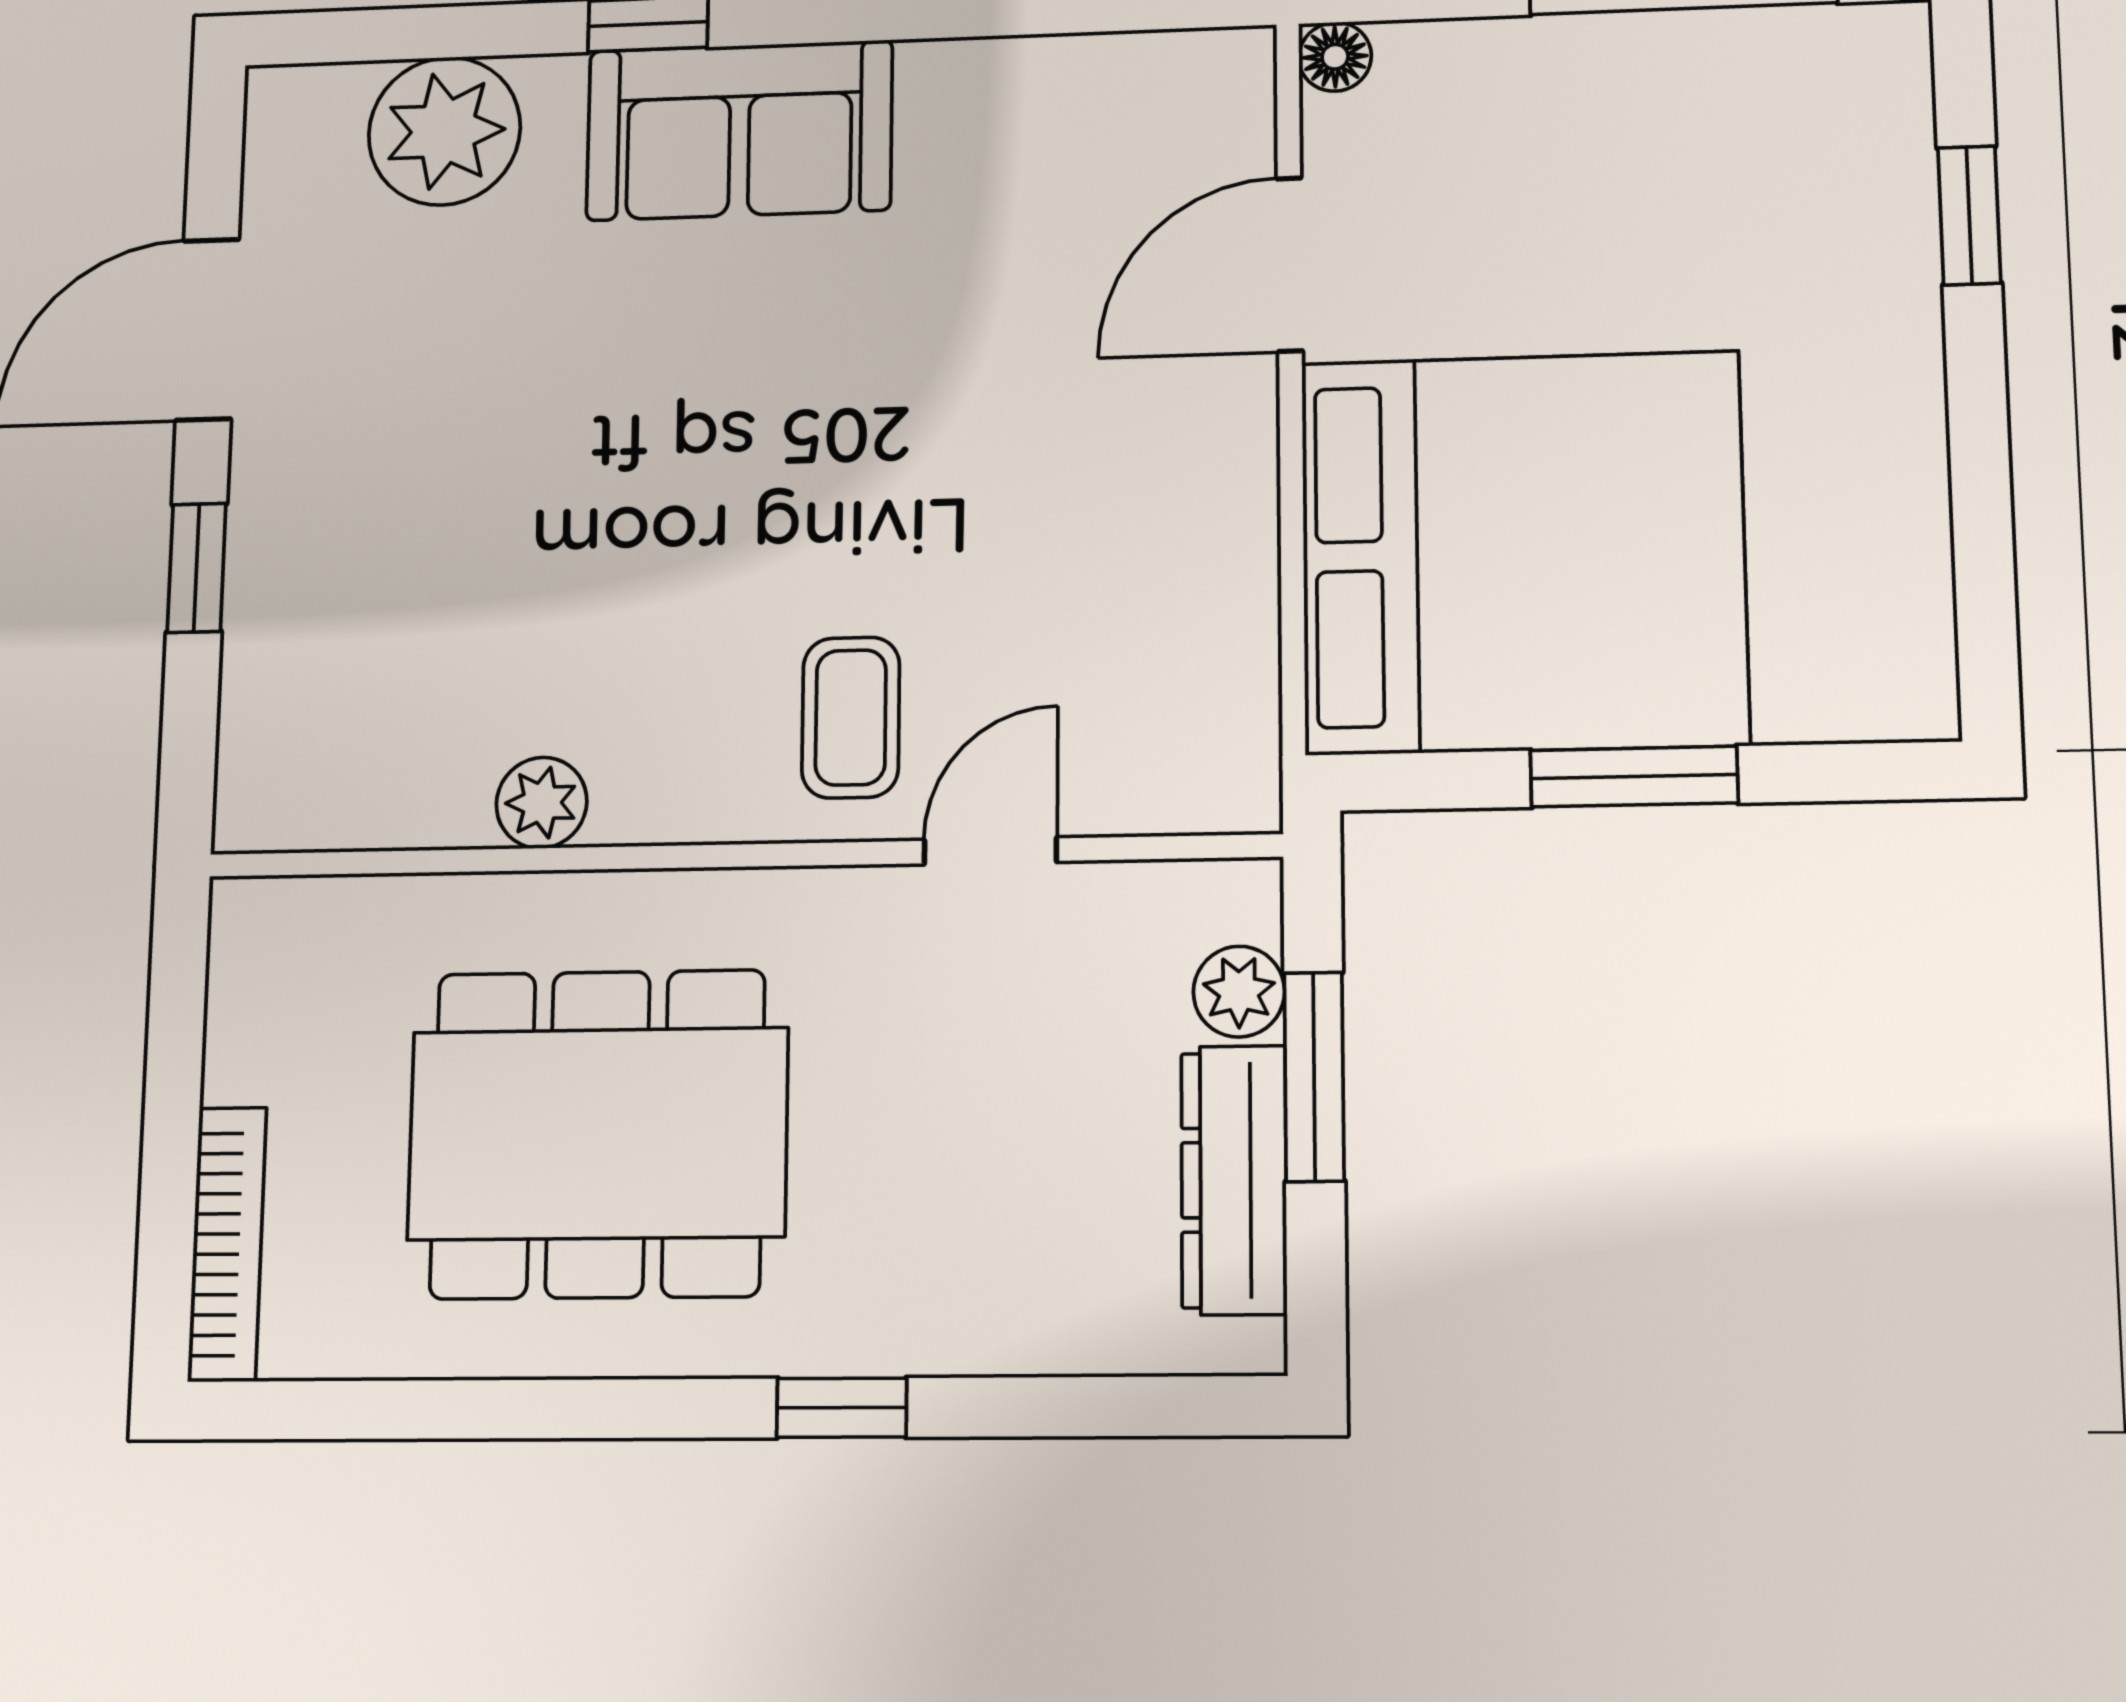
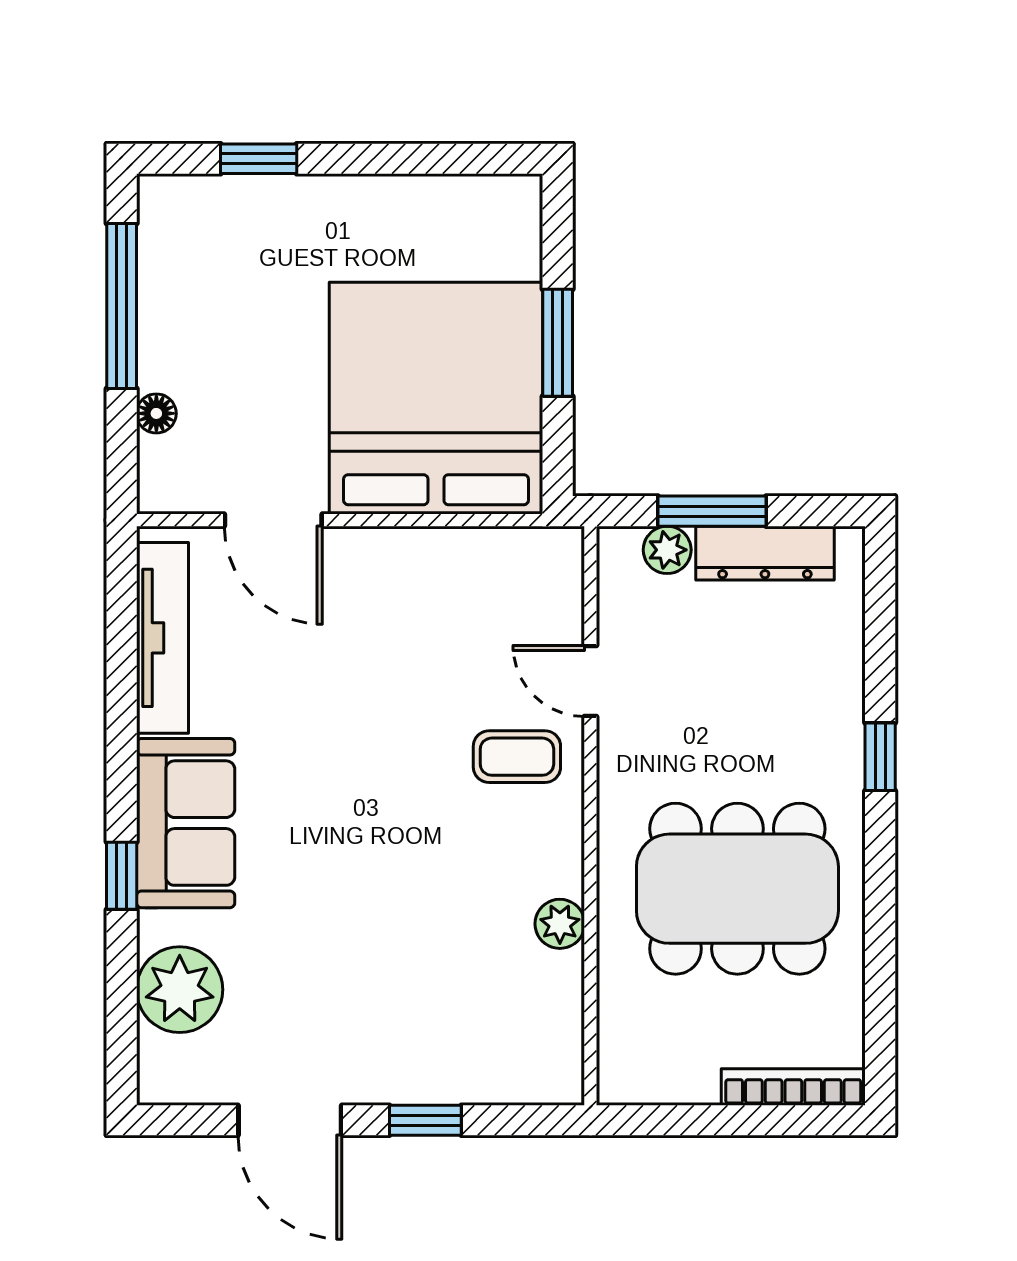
floor lamp: (1335, 57) -> (156, 413), moved
tv unit: (1073, 78) -> (162, 638), added
dining table: (598, 1134) -> (737, 889), turned 90

